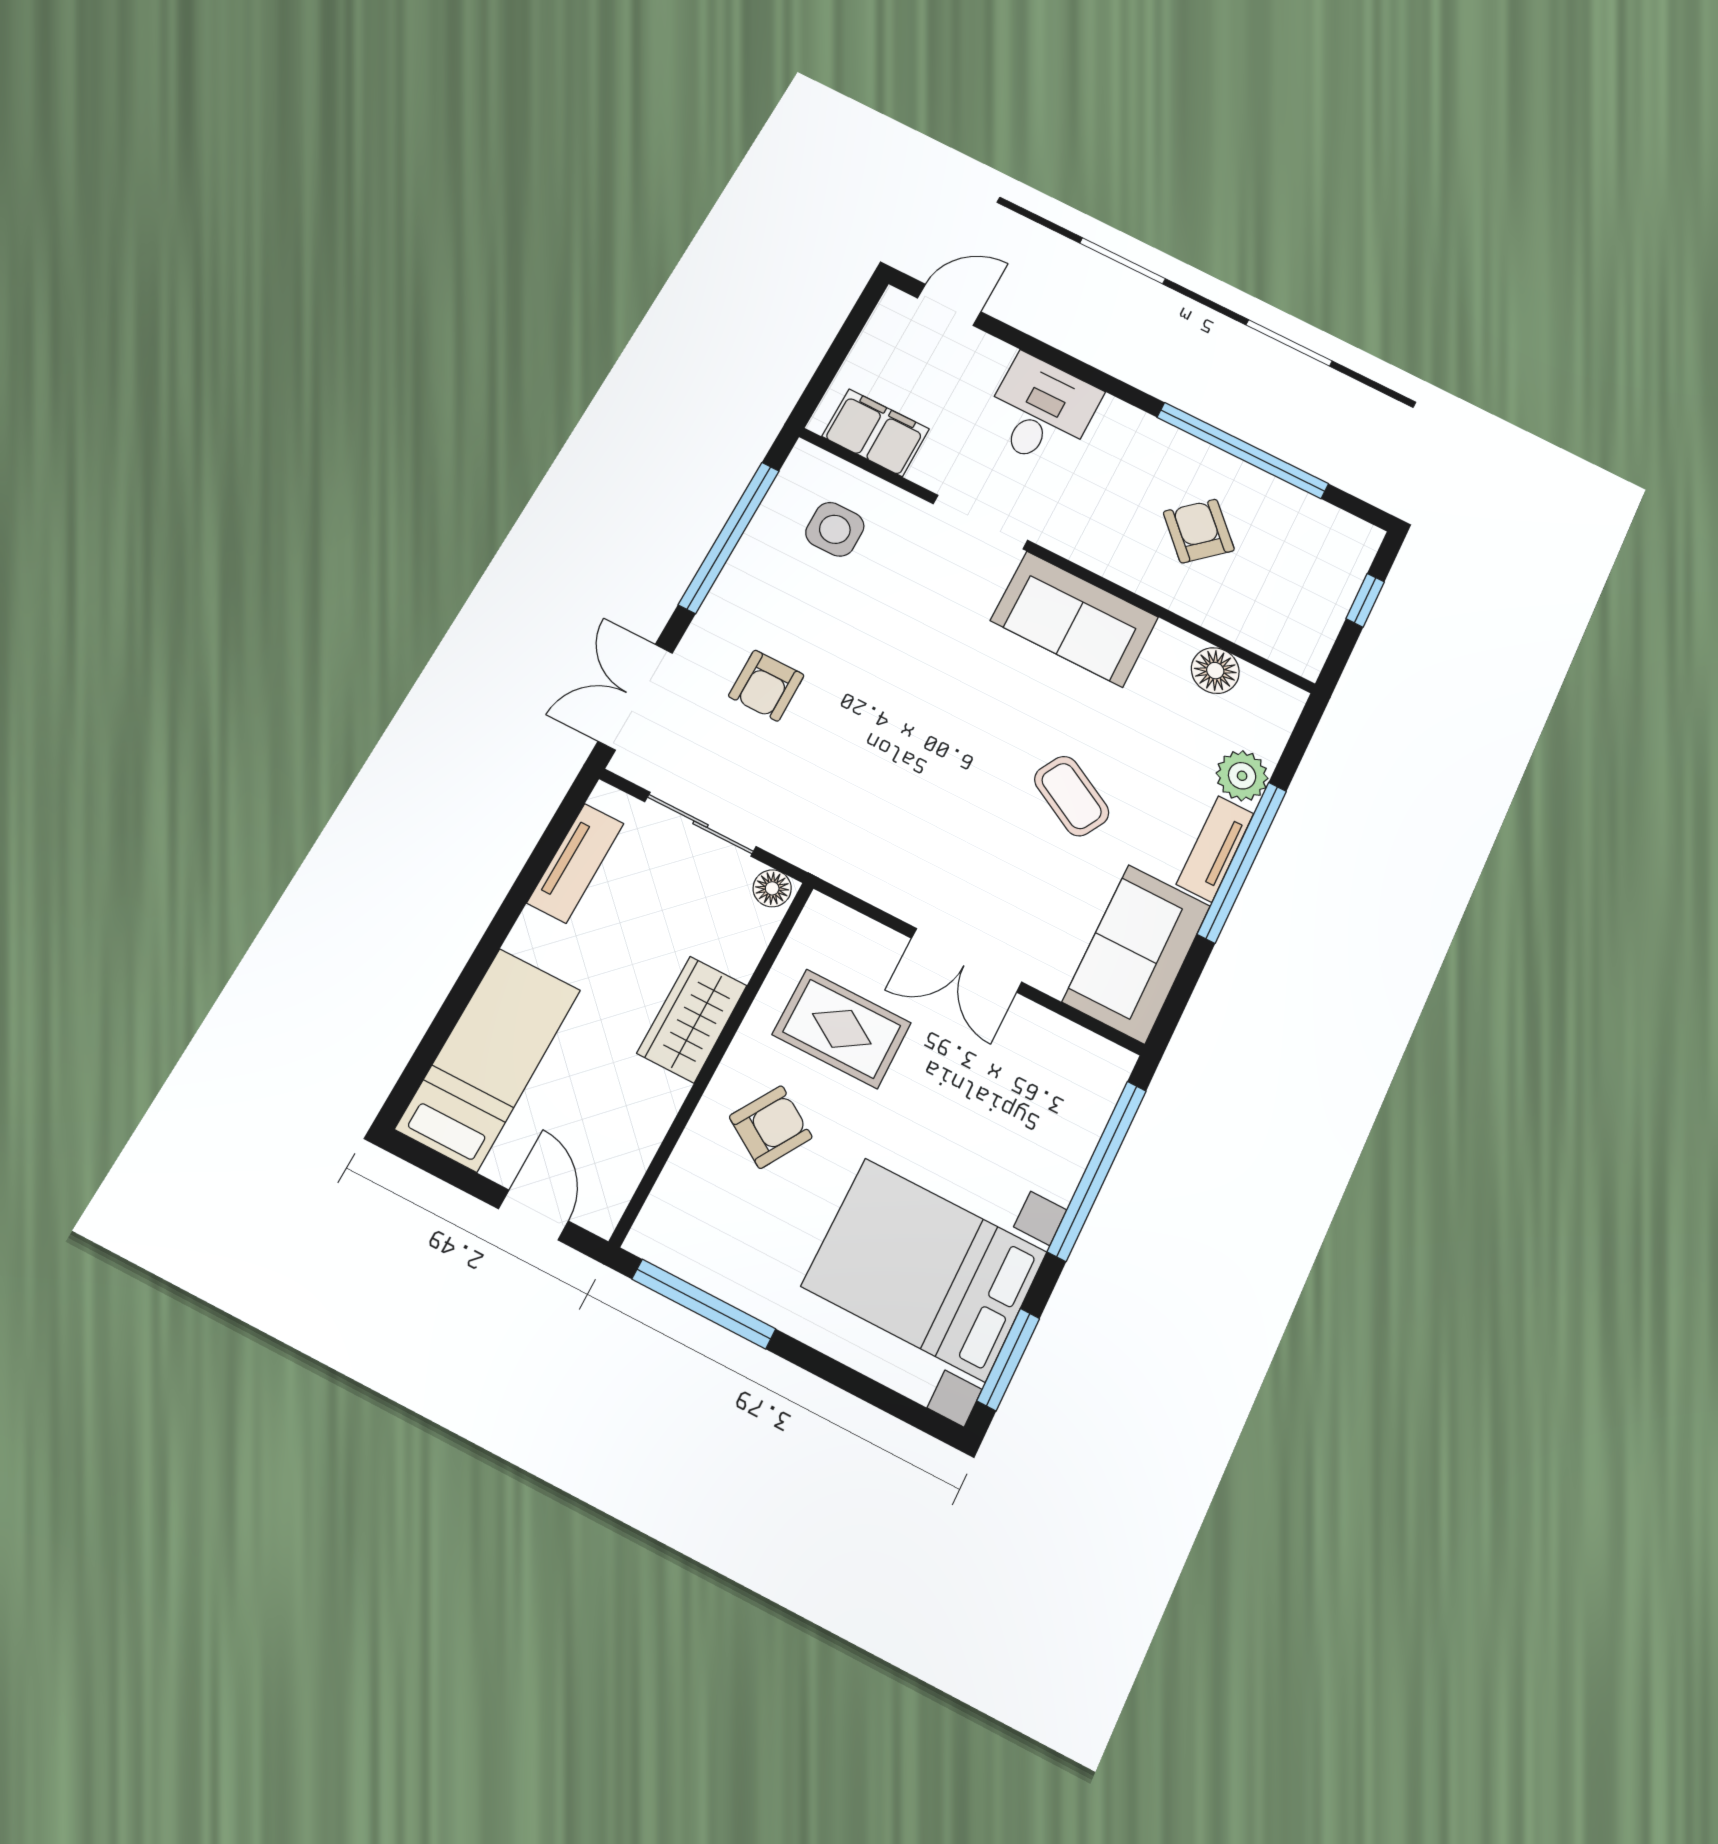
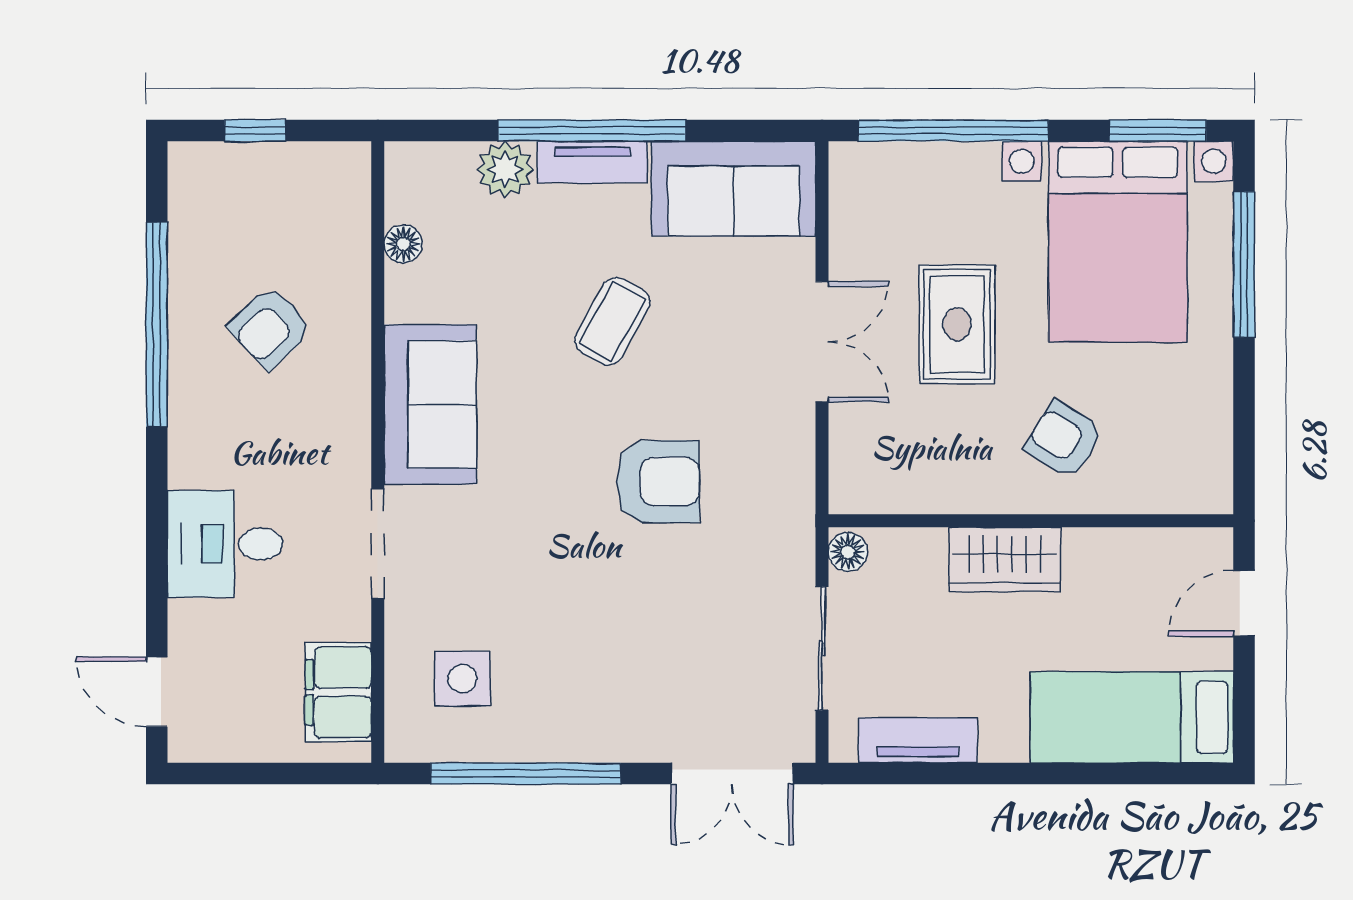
floor lamp: (1215, 671) -> (403, 244), width x0.73, depth x0.73
armchair: (766, 686) -> (658, 482), moved, width x1.38, depth x1.38
rug: (842, 1029) -> (957, 324), moved
window: (704, 1304) -> (1244, 264), moved

